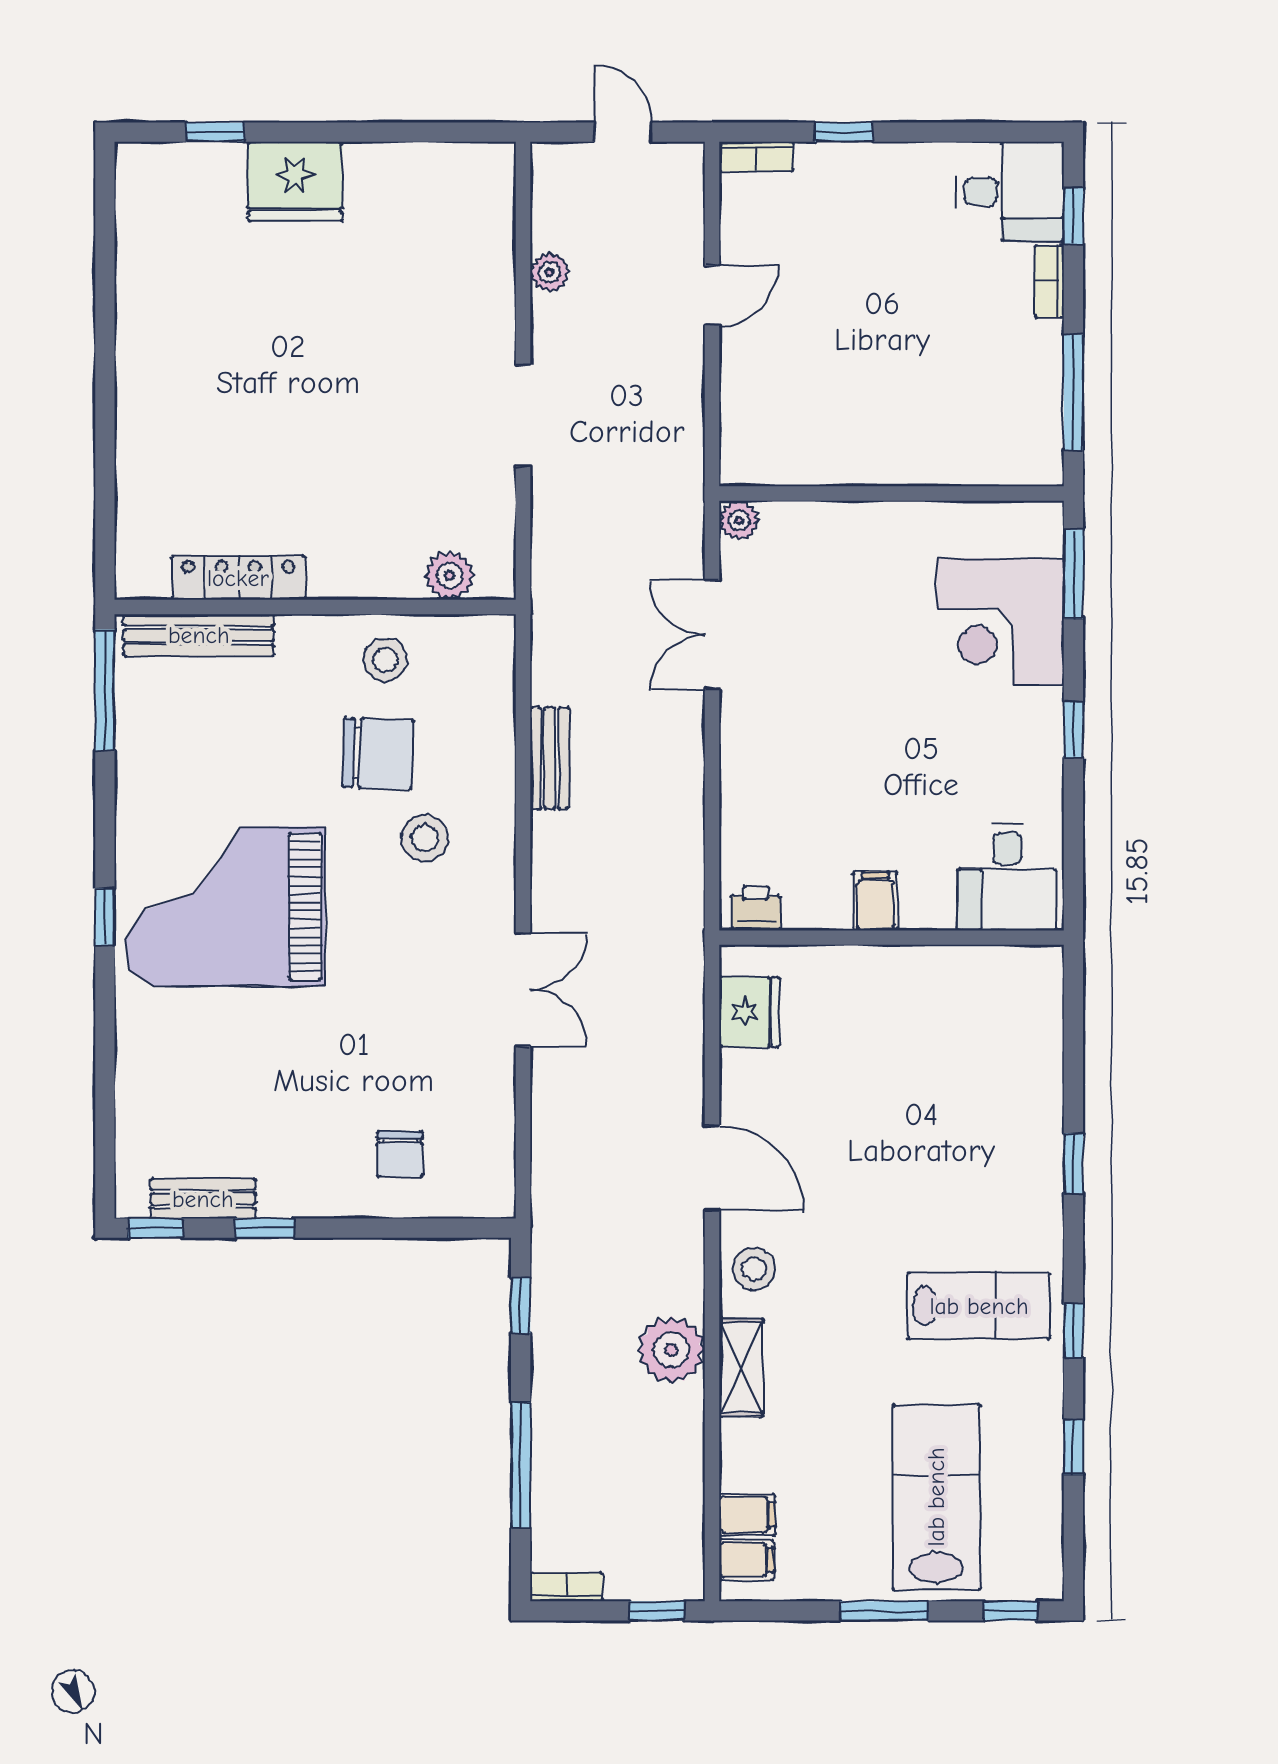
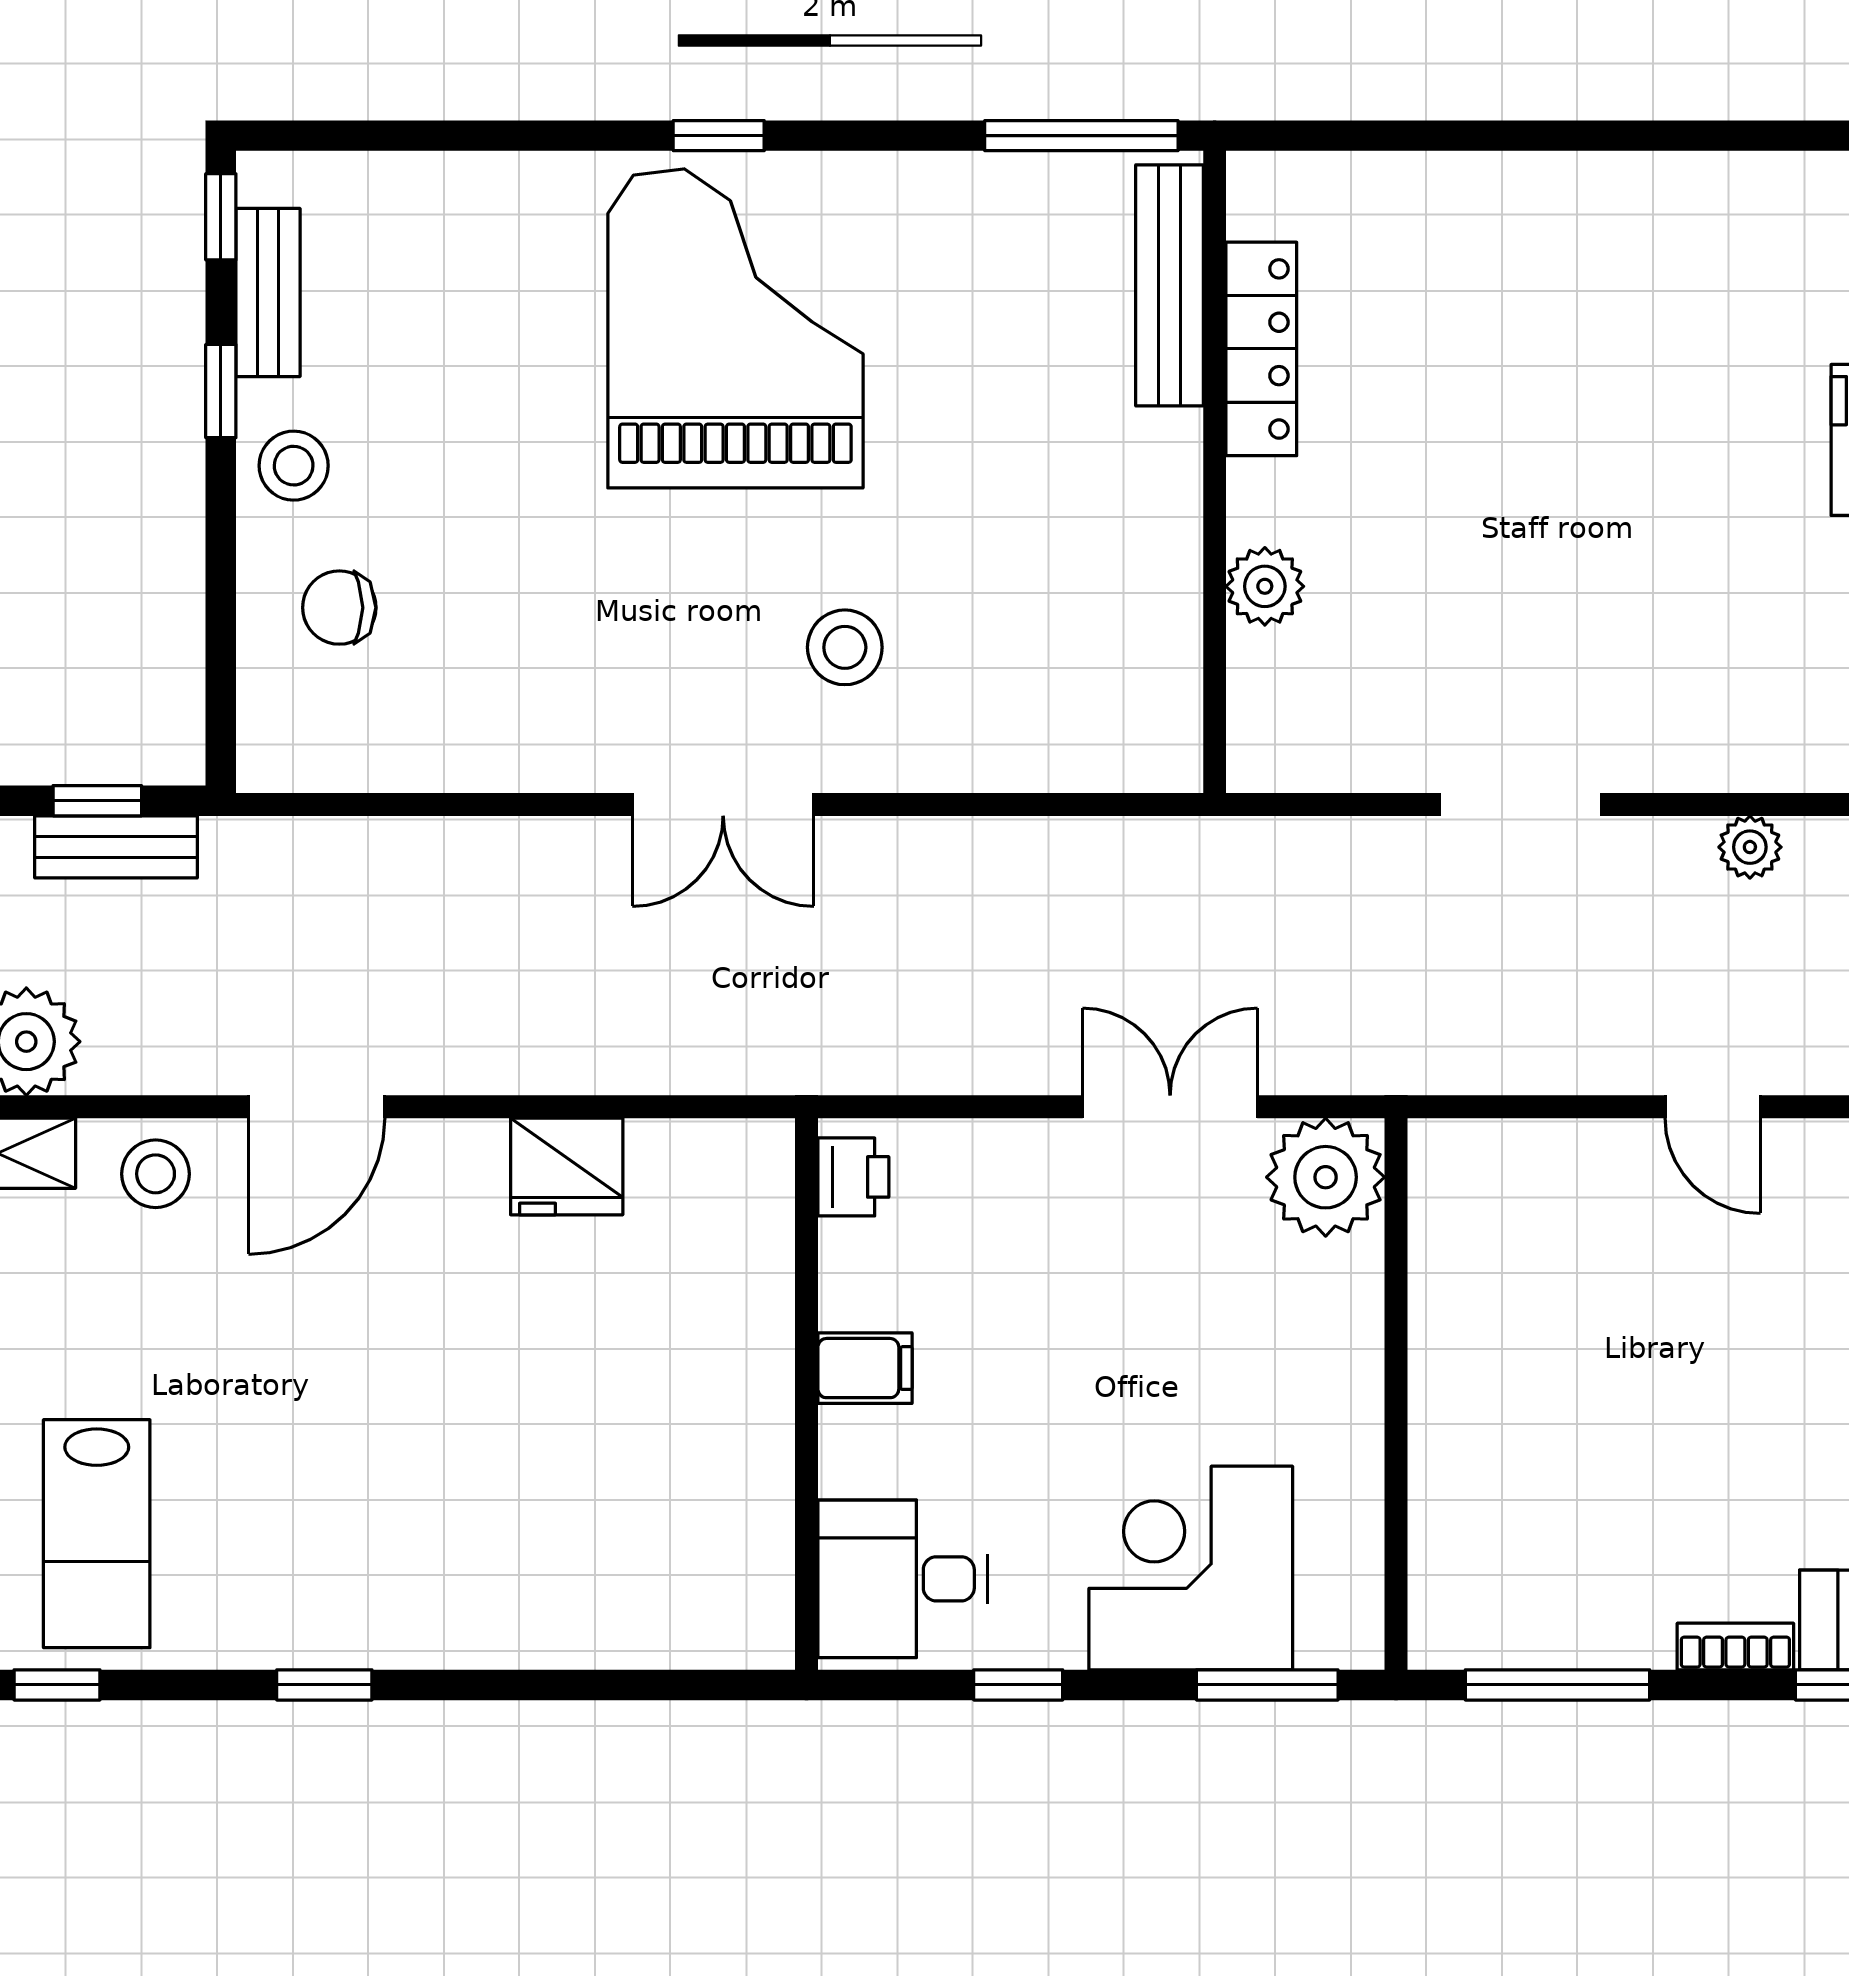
plant: (739, 520) -> (1326, 1177), width x1.88, depth x1.88
plant: (450, 576) -> (1265, 586), moved
stool: (385, 660) -> (294, 466), moved
chair: (378, 753) -> (980, 572), removed
bench: (550, 758) -> (116, 847), moved
desk: (1007, 877) -> (903, 1579), moved
filing cabinet: (875, 901) -> (865, 1368), moved
printer: (756, 908) -> (853, 1177), moved
wall: (892, 938) -> (807, 1394), moved
double door: (523, 990) -> (723, 804), moved

